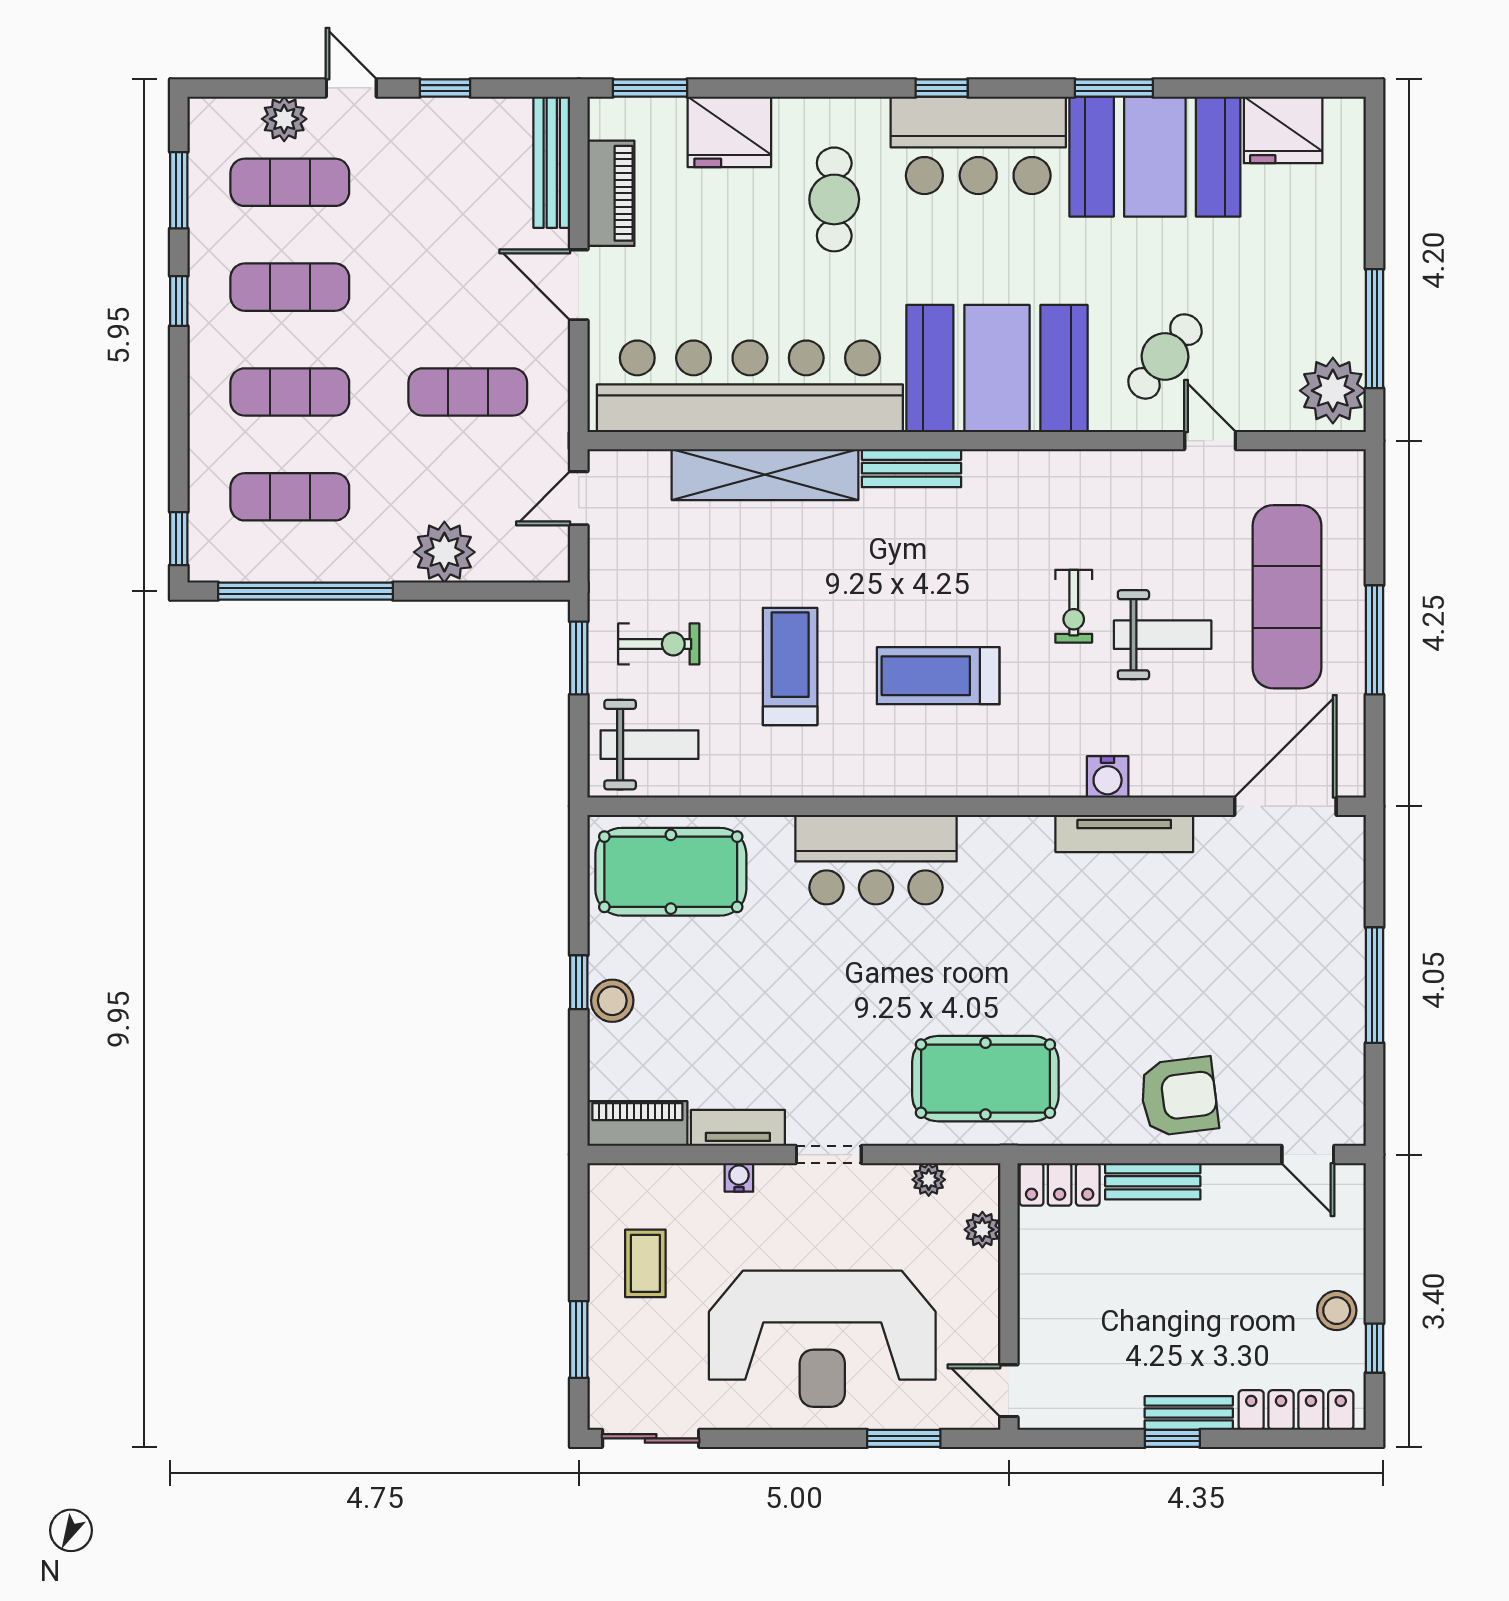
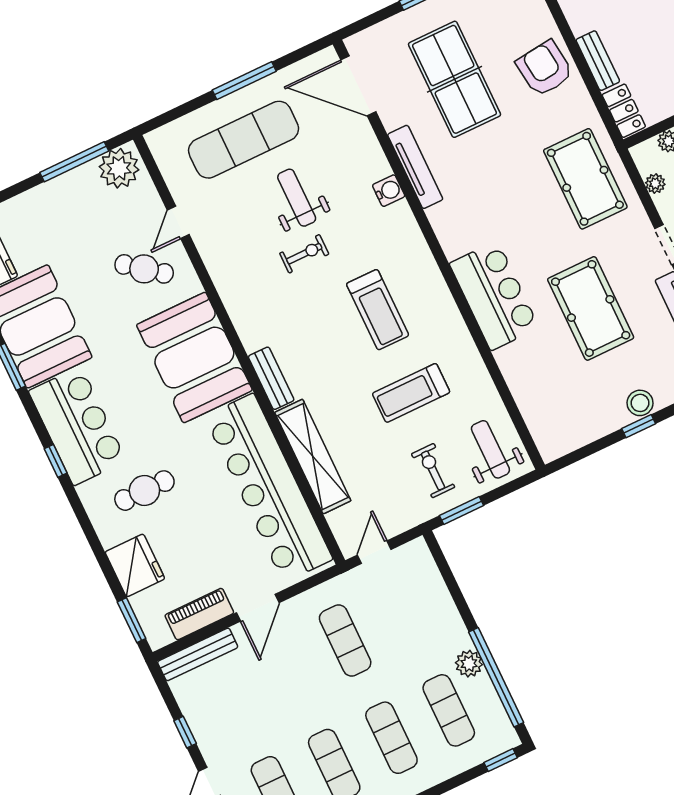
door: (579, 498) -> (374, 552), swing flipped
plant: (444, 552) -> (469, 664), moved, width x0.73, depth x0.73
pool table: (671, 872) -> (591, 308), moved
table tennis table: (1227, 954) -> (455, 79), added

